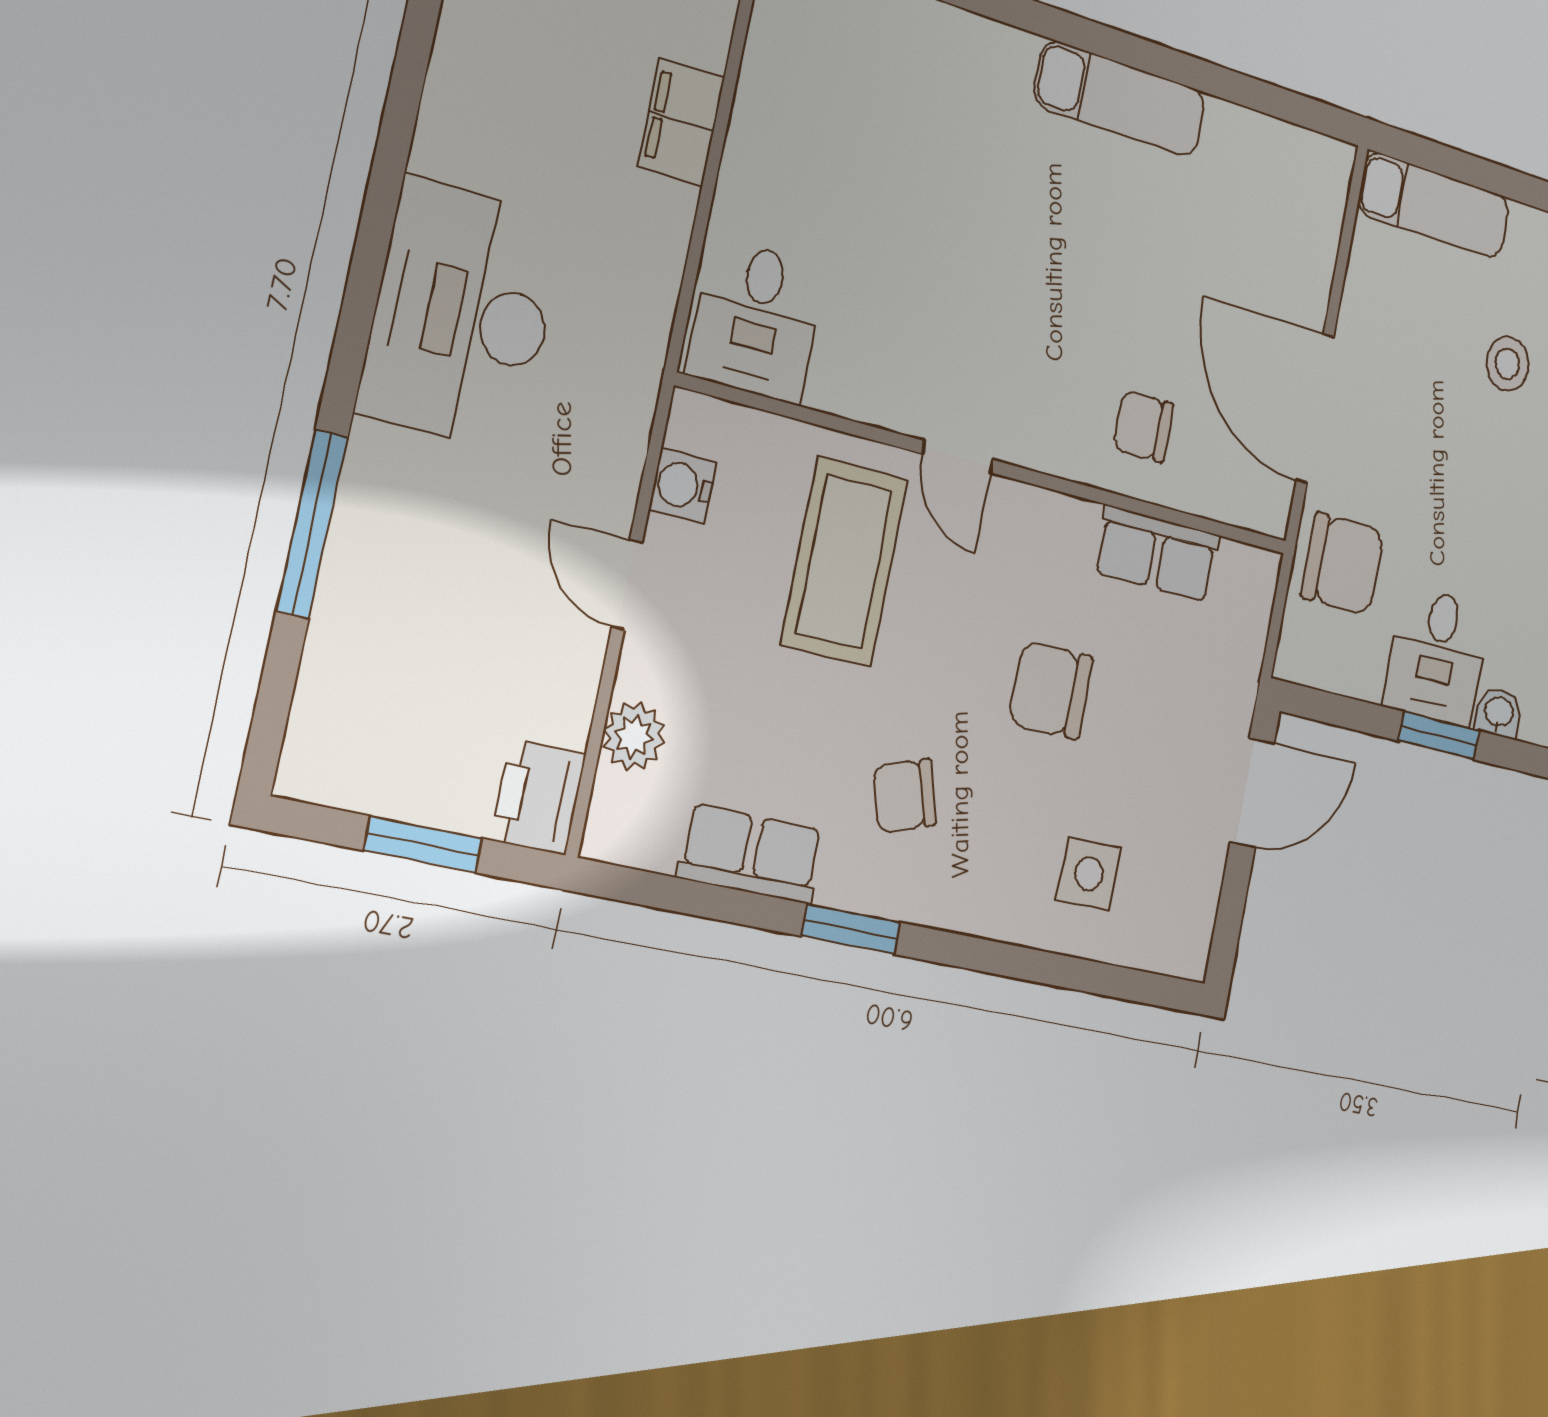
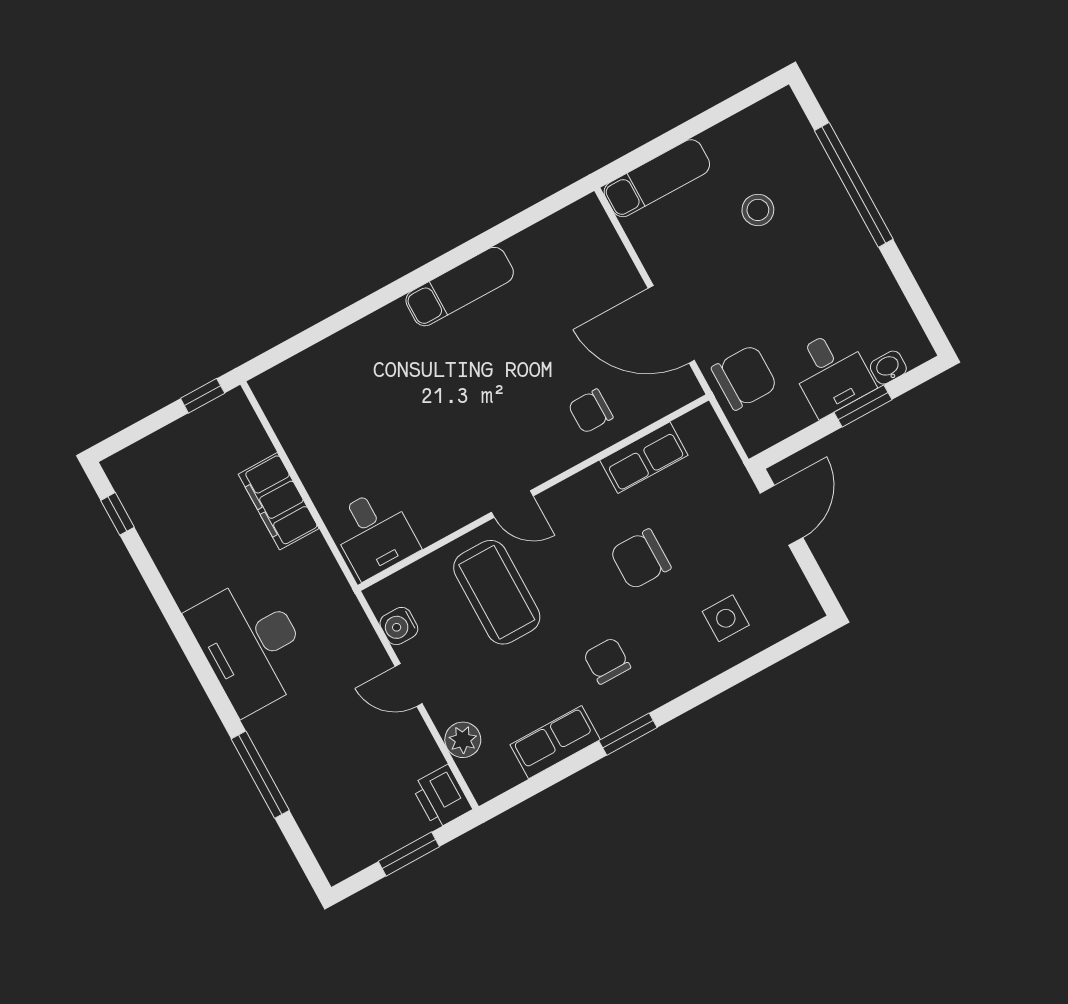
filing cabinet: (681, 122) -> (279, 501), width x1.50, depth x1.17
chair: (905, 796) -> (607, 661), turned 108

